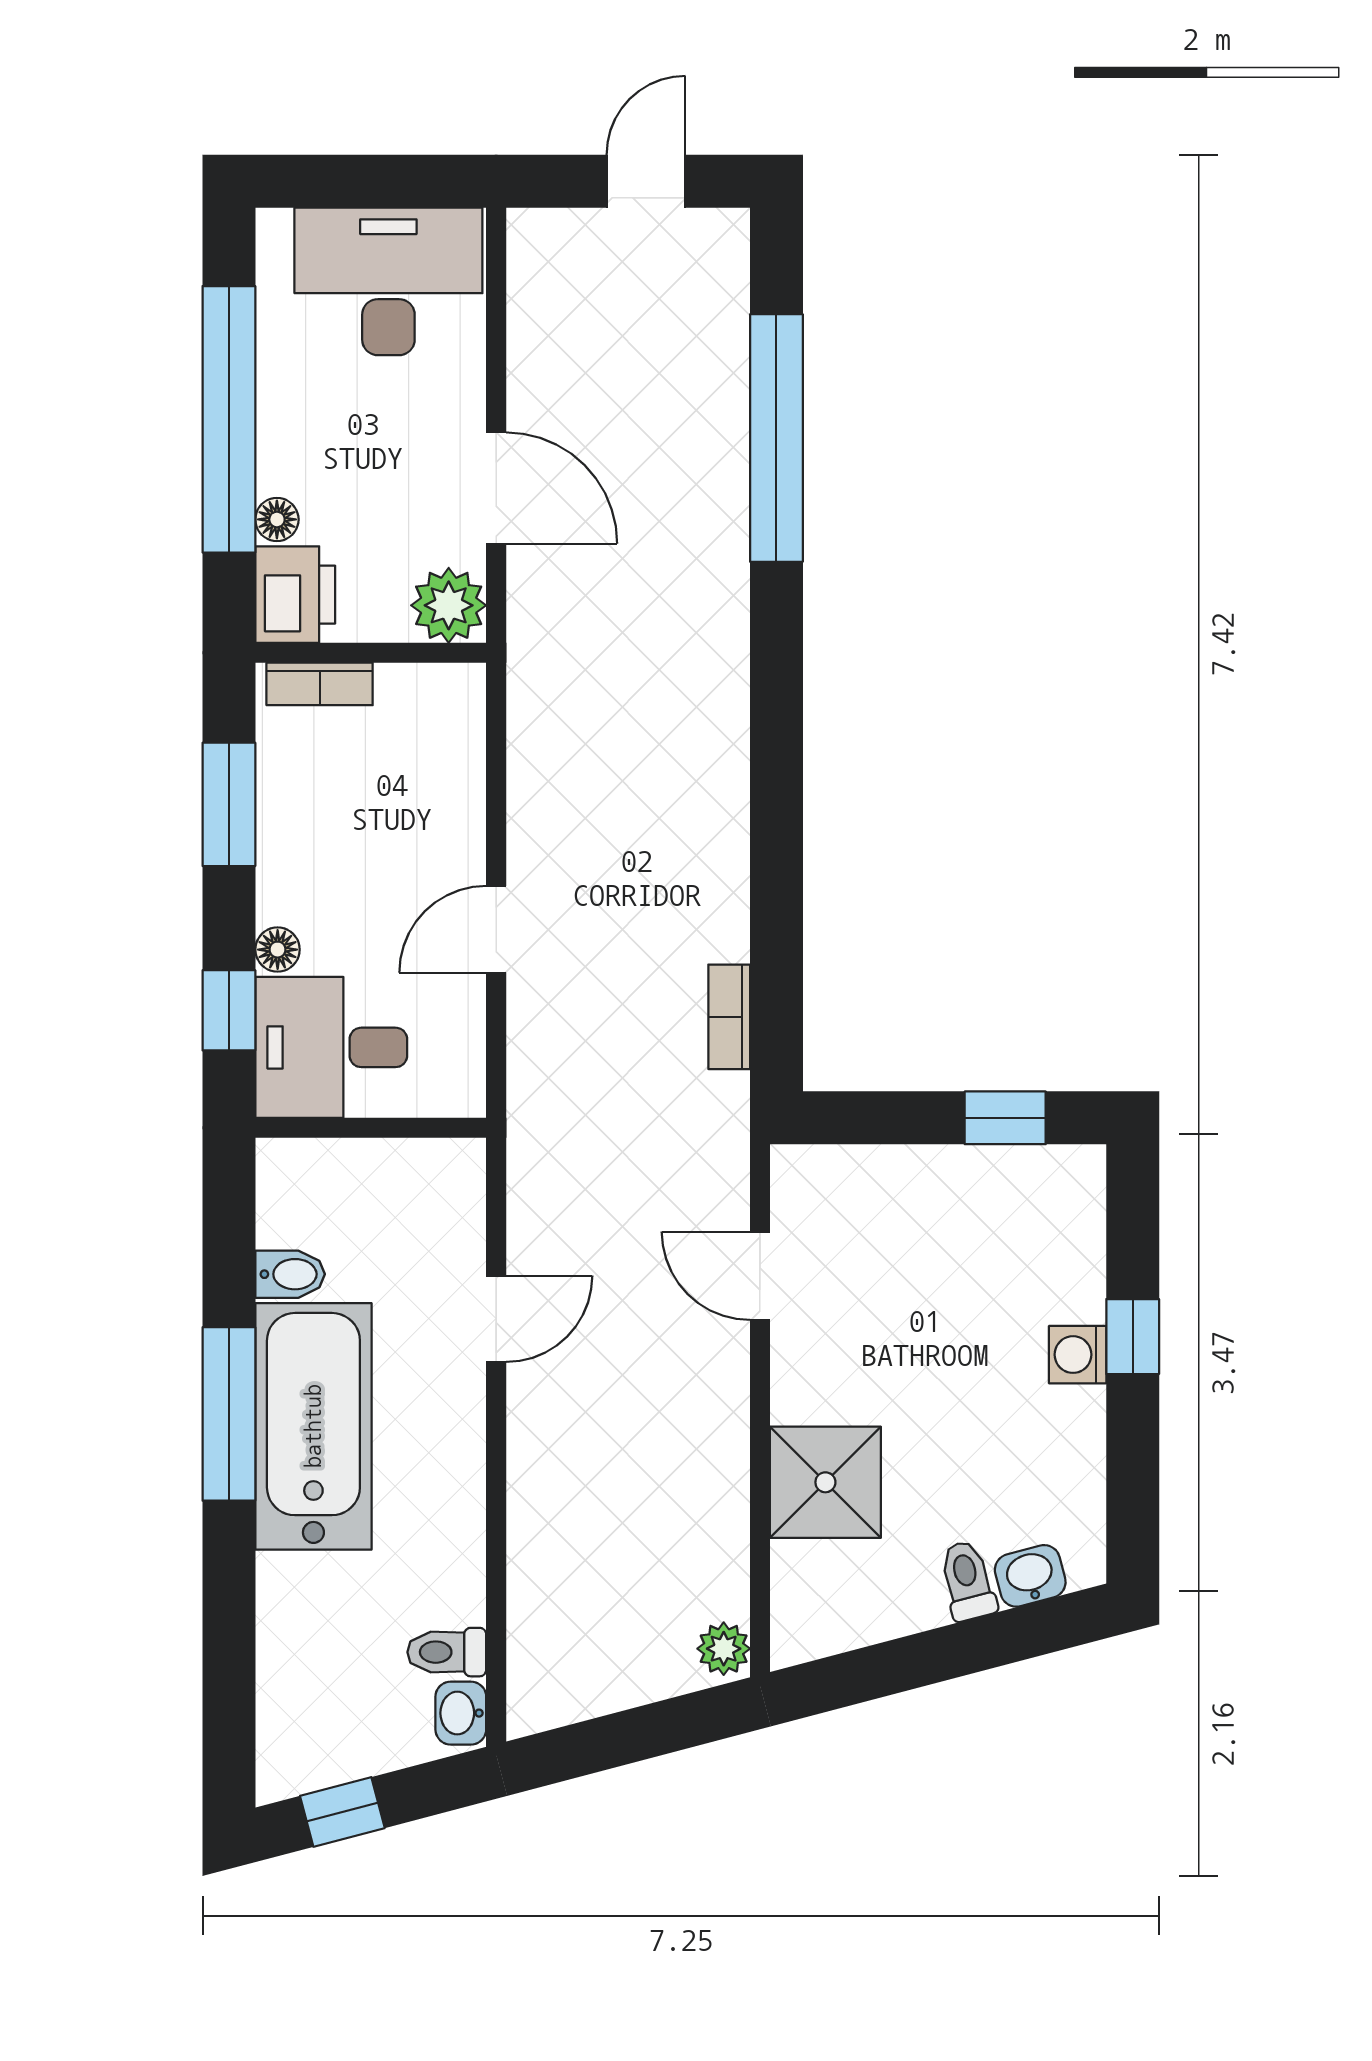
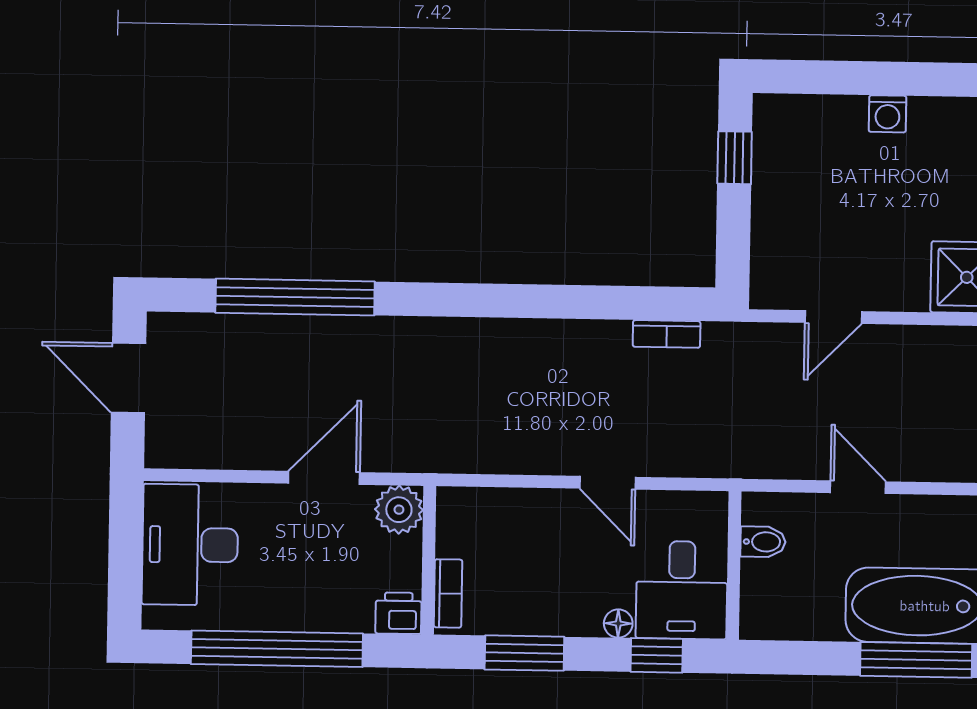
door: (646, 181) -> (129, 378), width x1.38
floor lamp: (277, 519) -> (342, 619), removed
printer: (295, 595) -> (399, 613), width x0.73, depth x0.81
bidet: (290, 1274) -> (763, 542), moved, turned 90
window: (1133, 1337) -> (877, 78), removed

